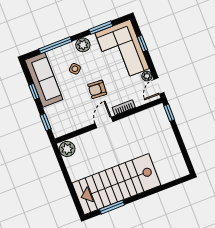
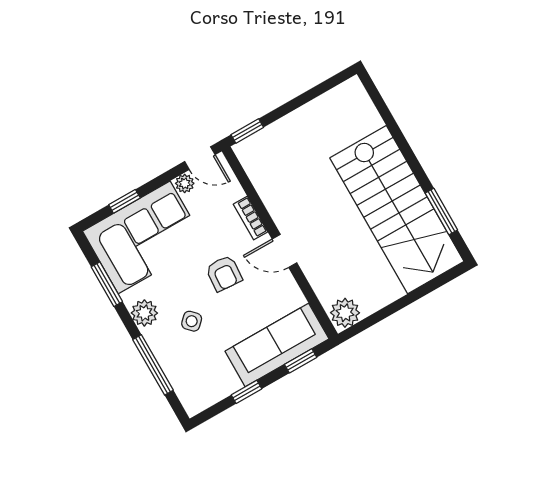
sofa: (44, 80) -> (277, 345), moved

